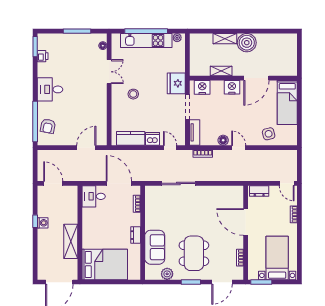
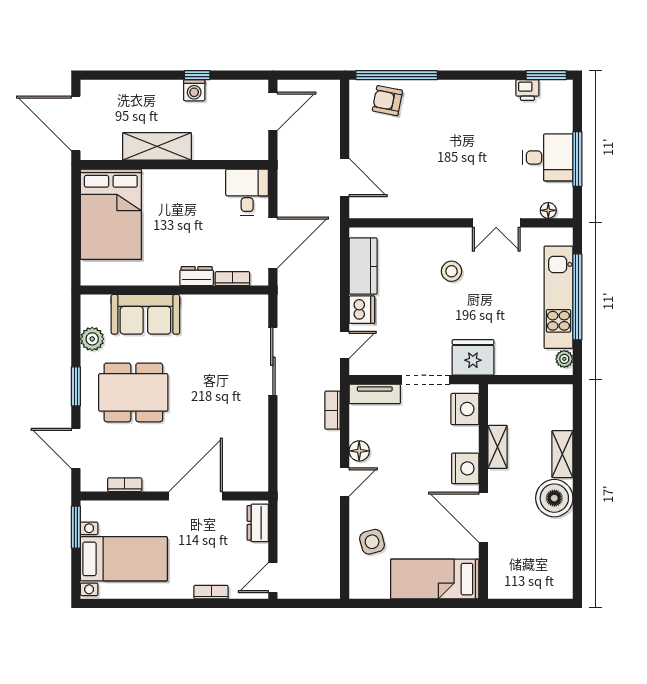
desk: (50, 89) -> (548, 157), moved, turned 90
dresser: (136, 235) -> (197, 276), moved

